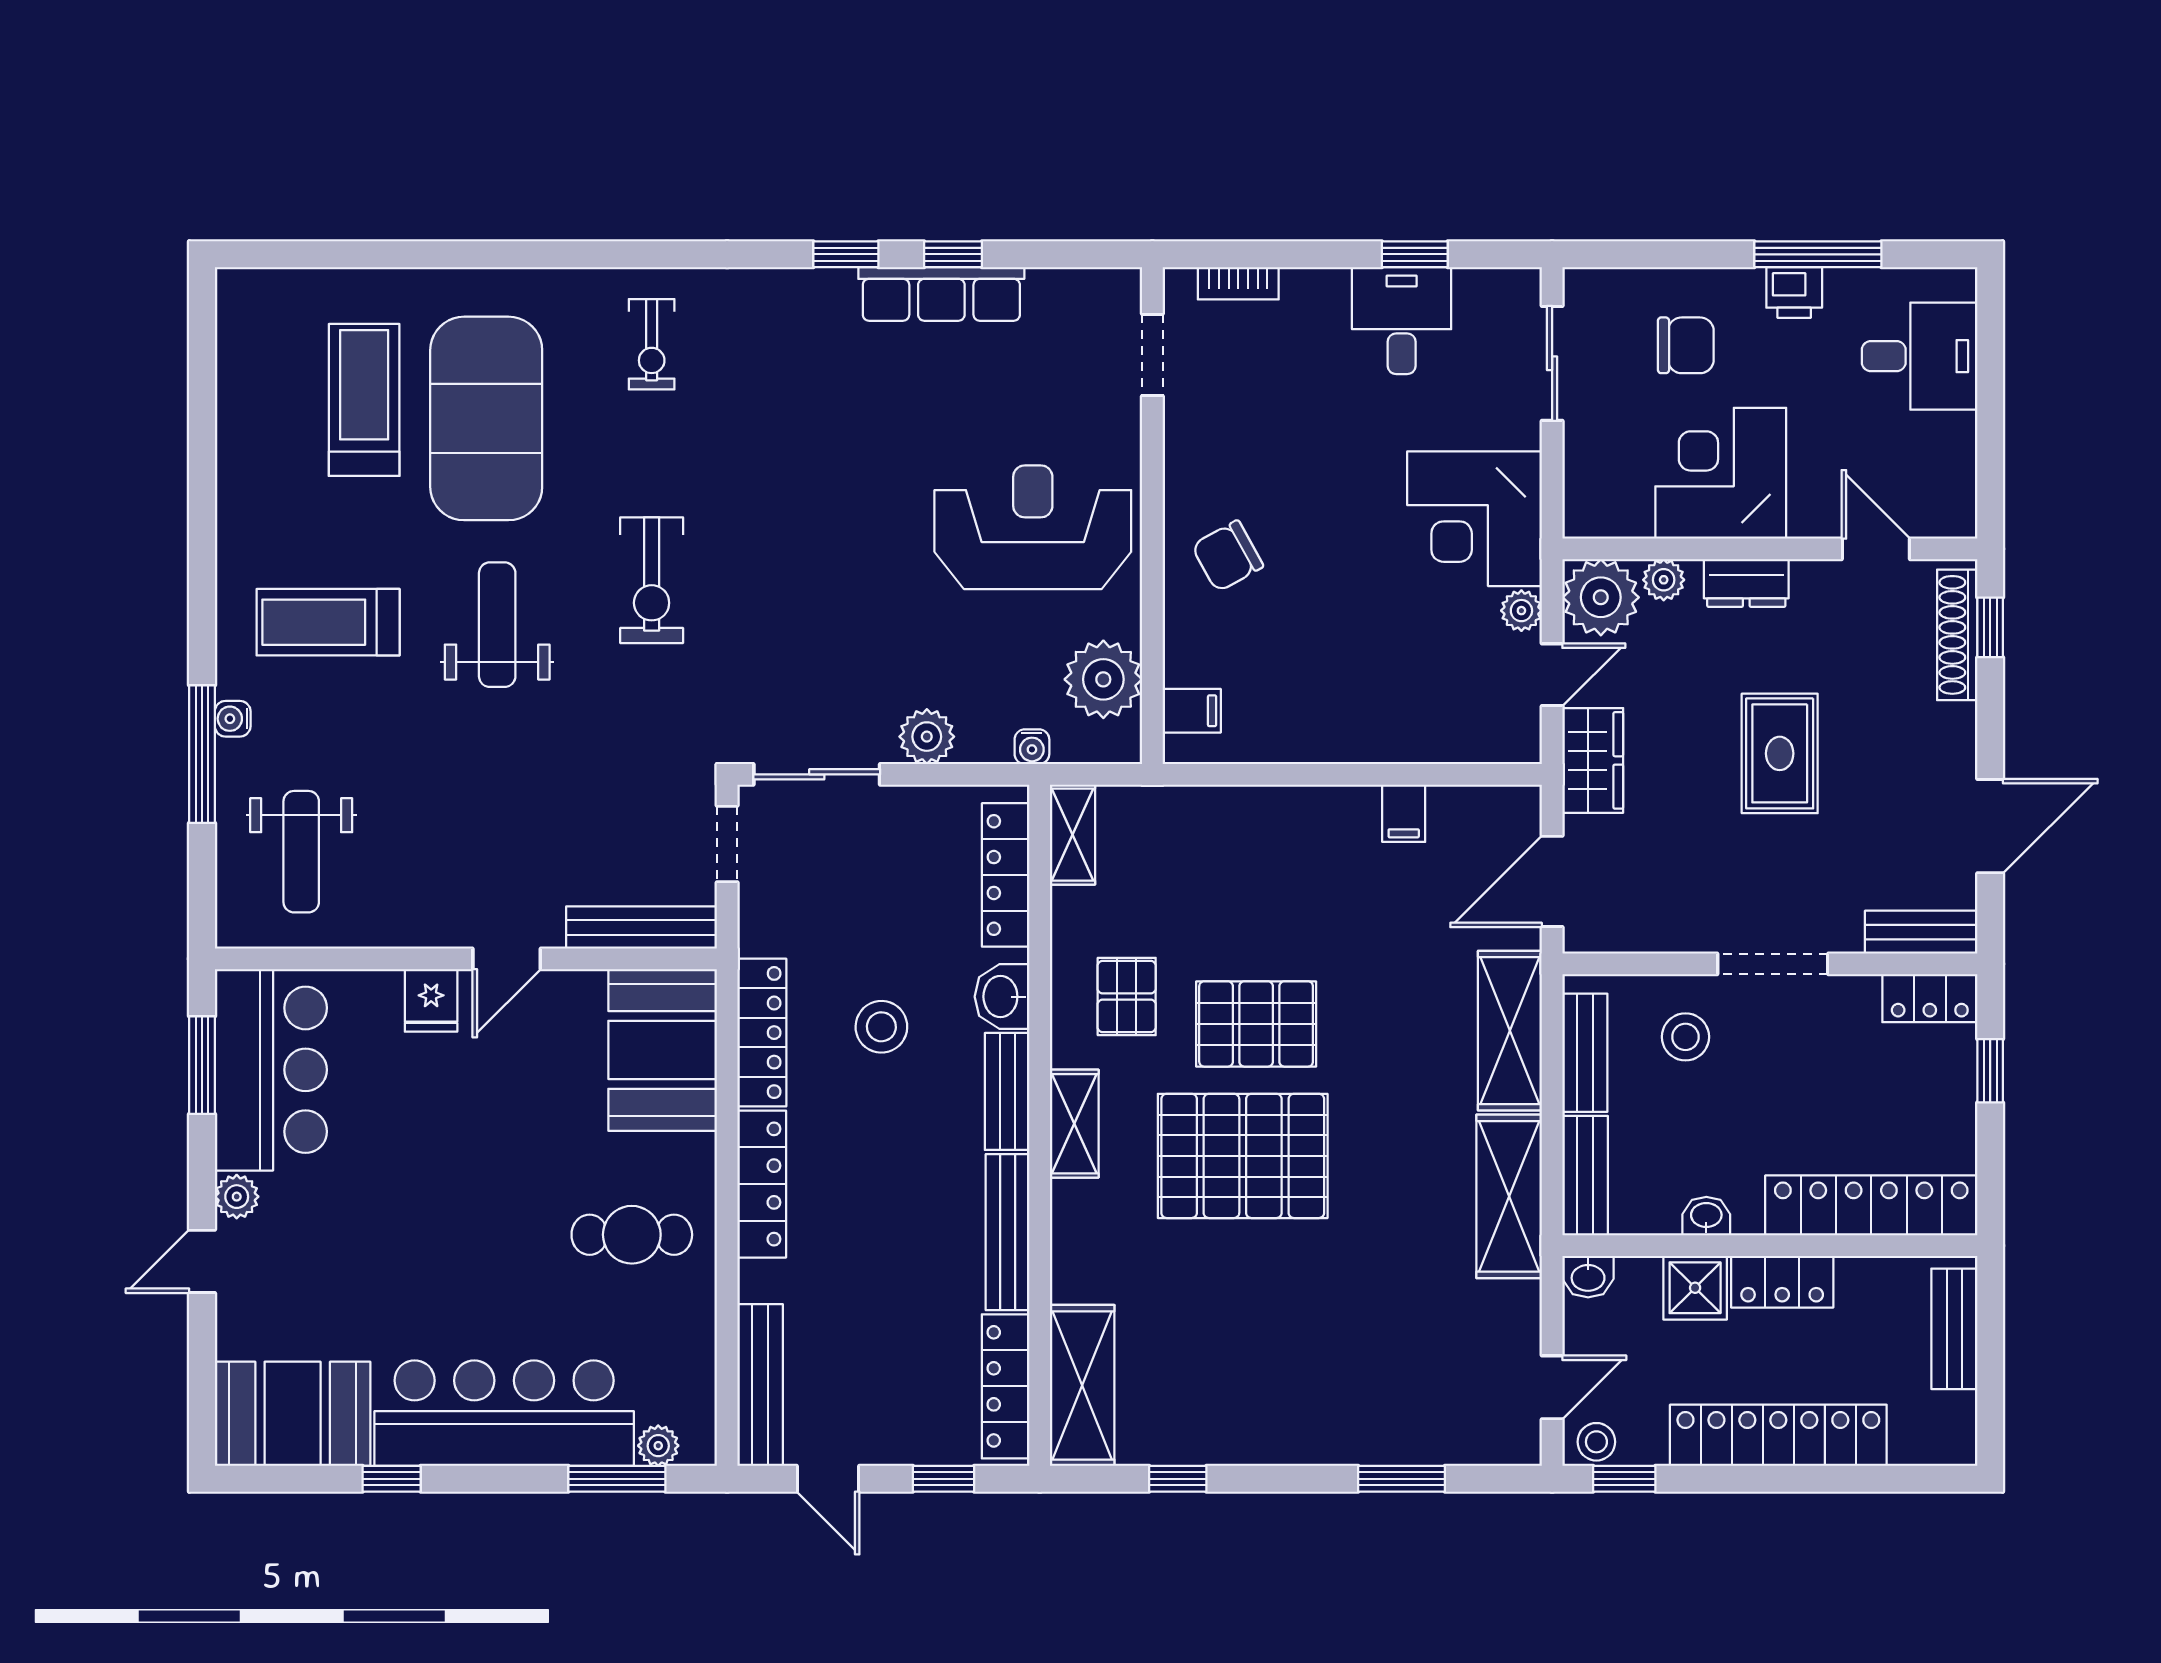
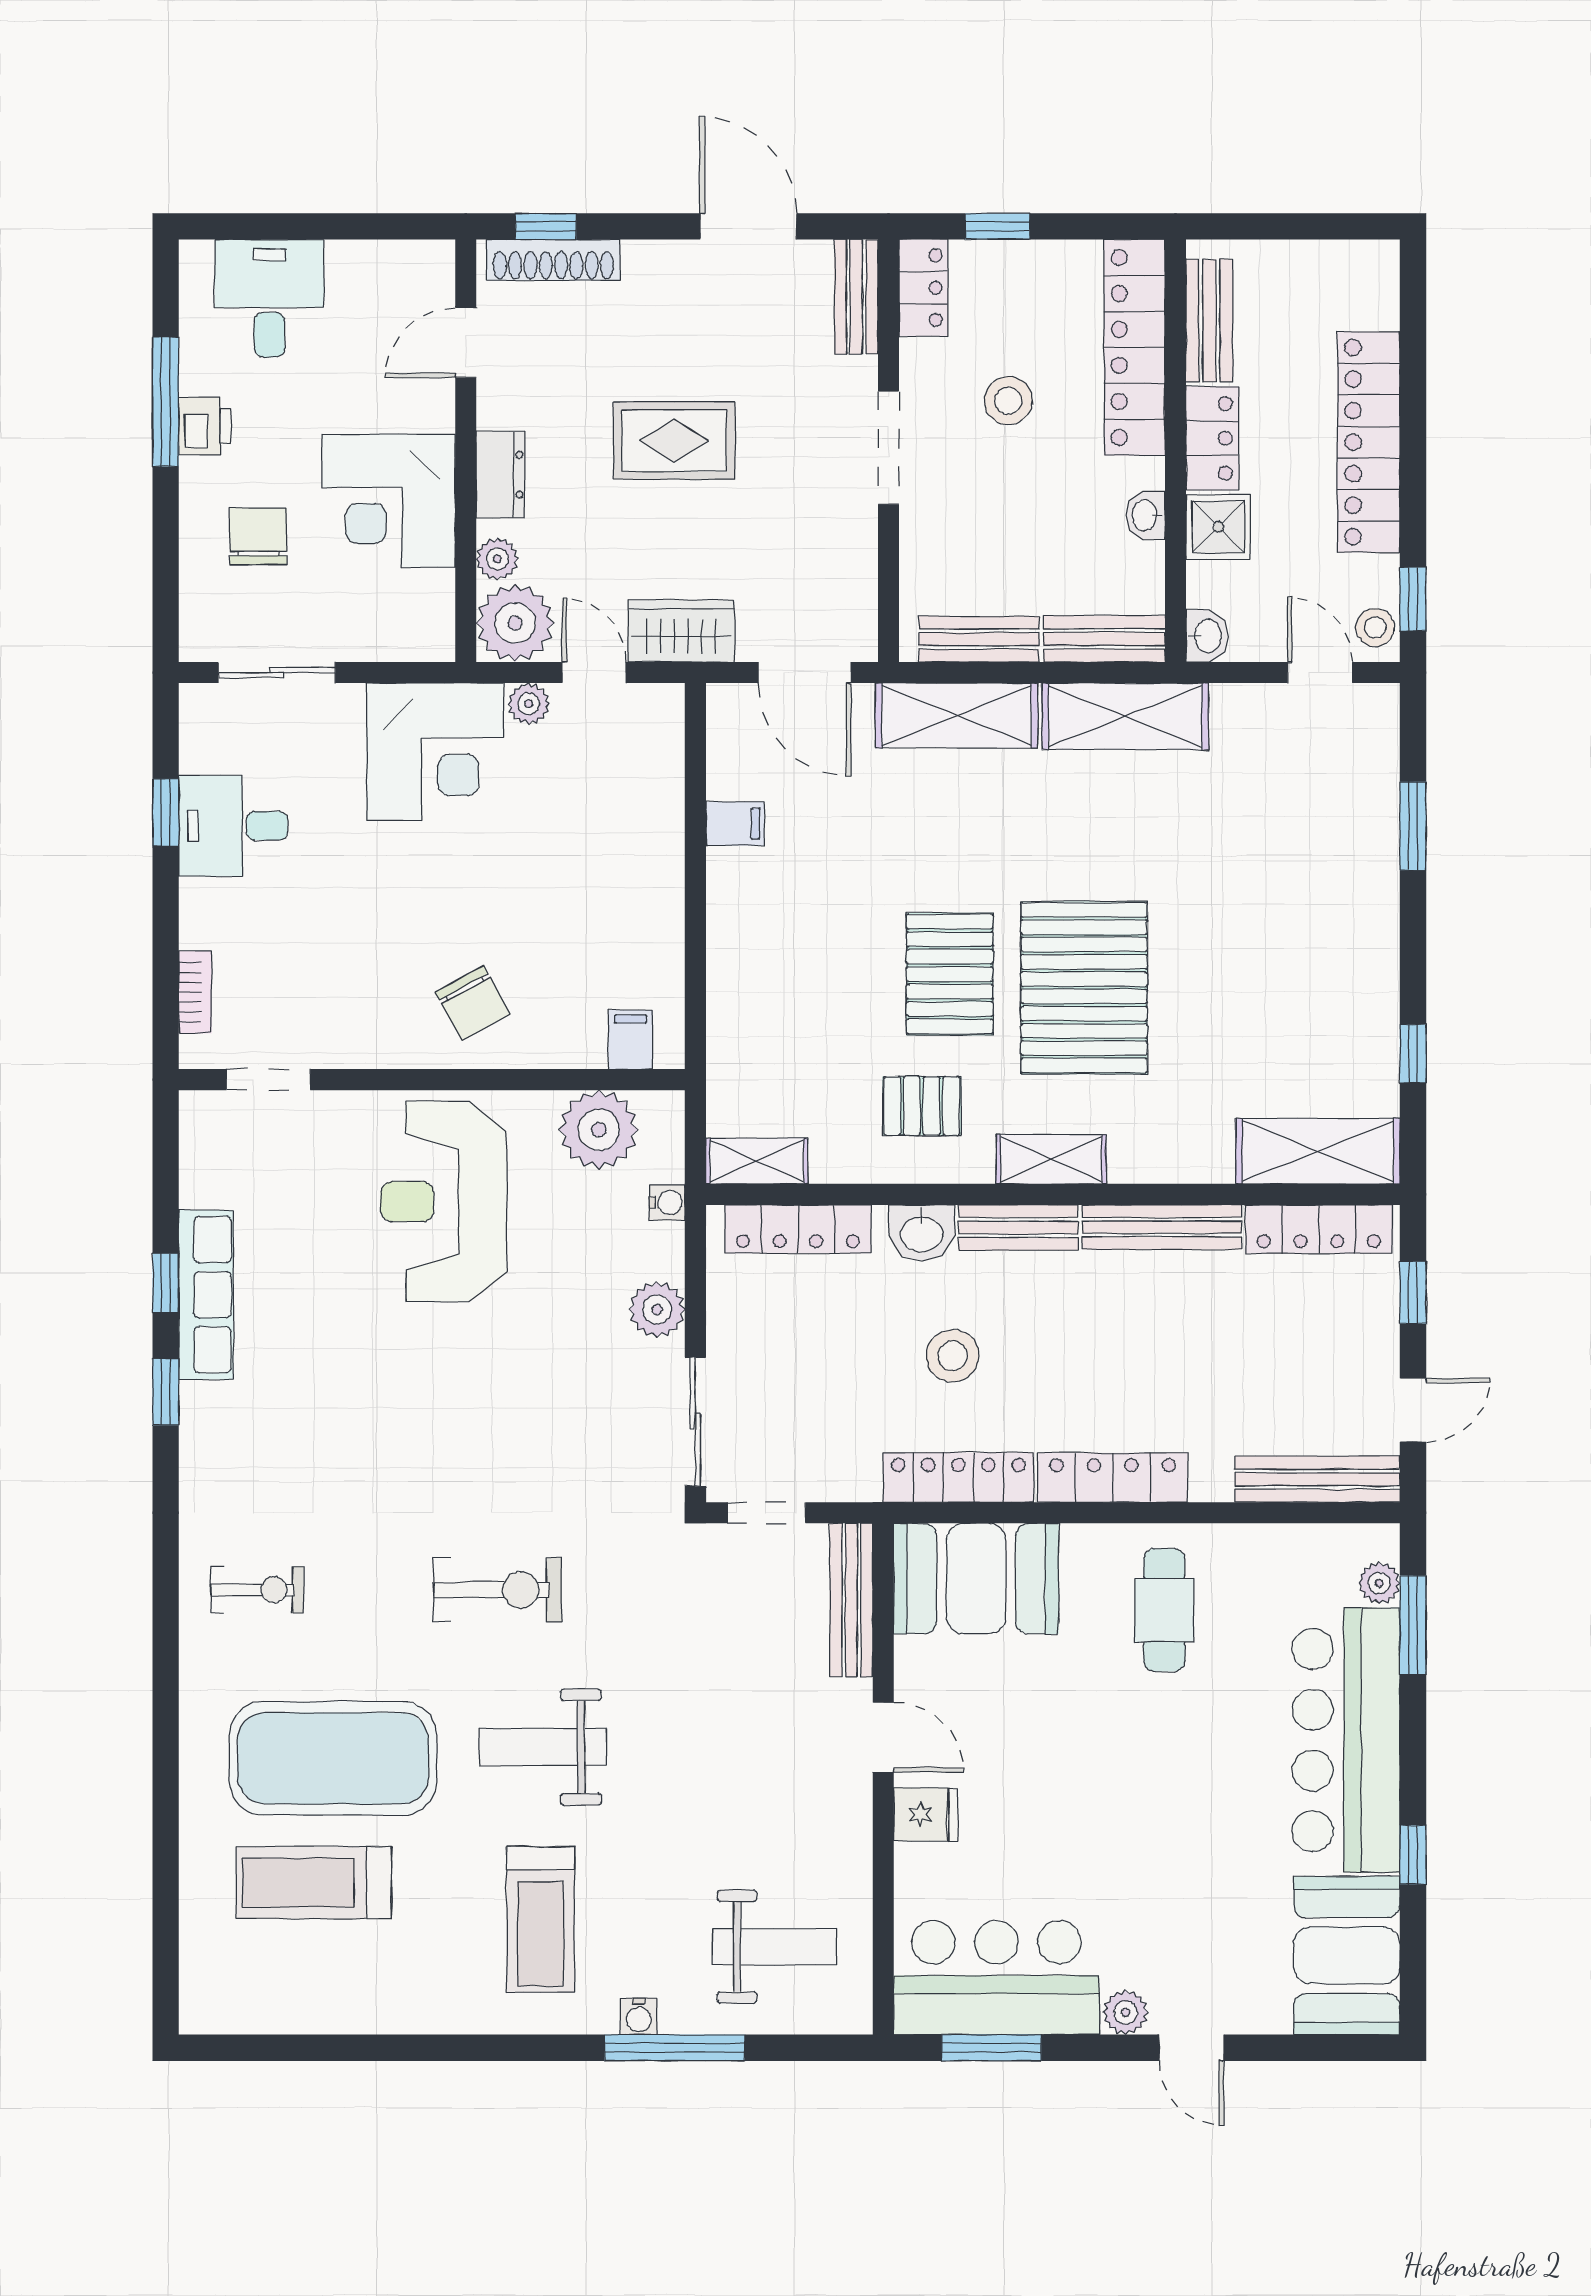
stool: (1685, 1037) -> (1008, 401), moved
bench: (1954, 1329) -> (1209, 321), moved, turned 90

